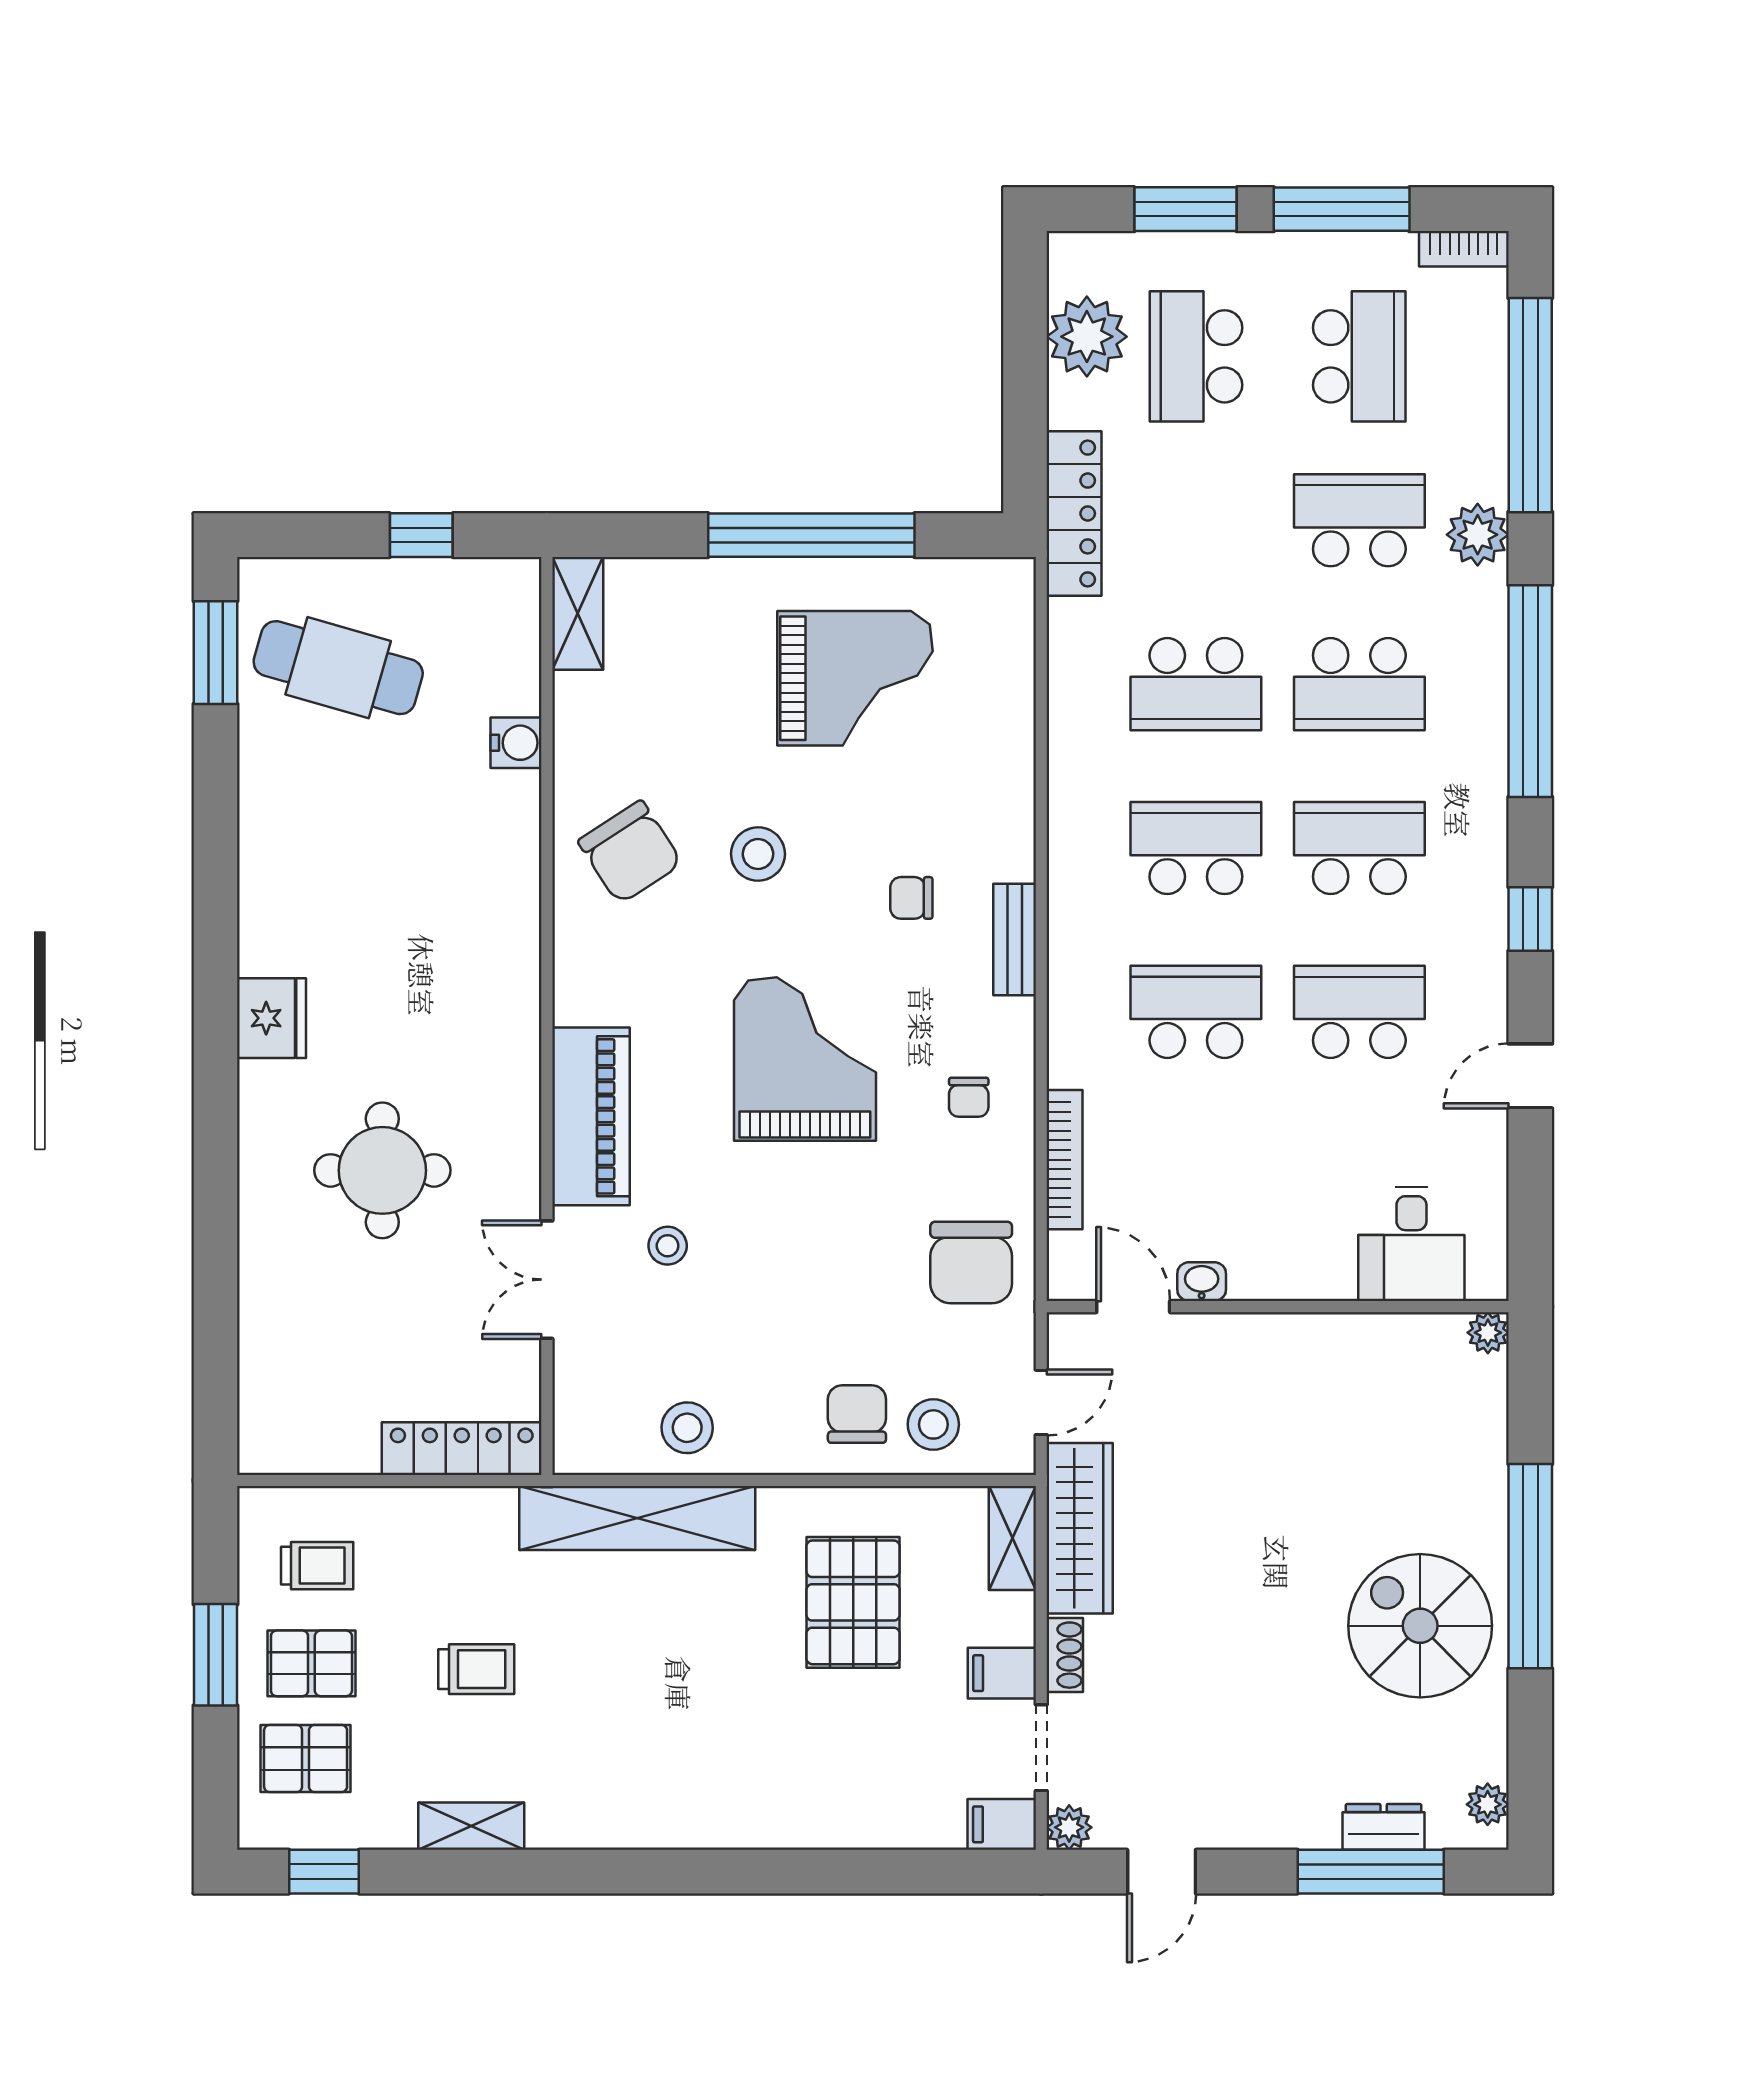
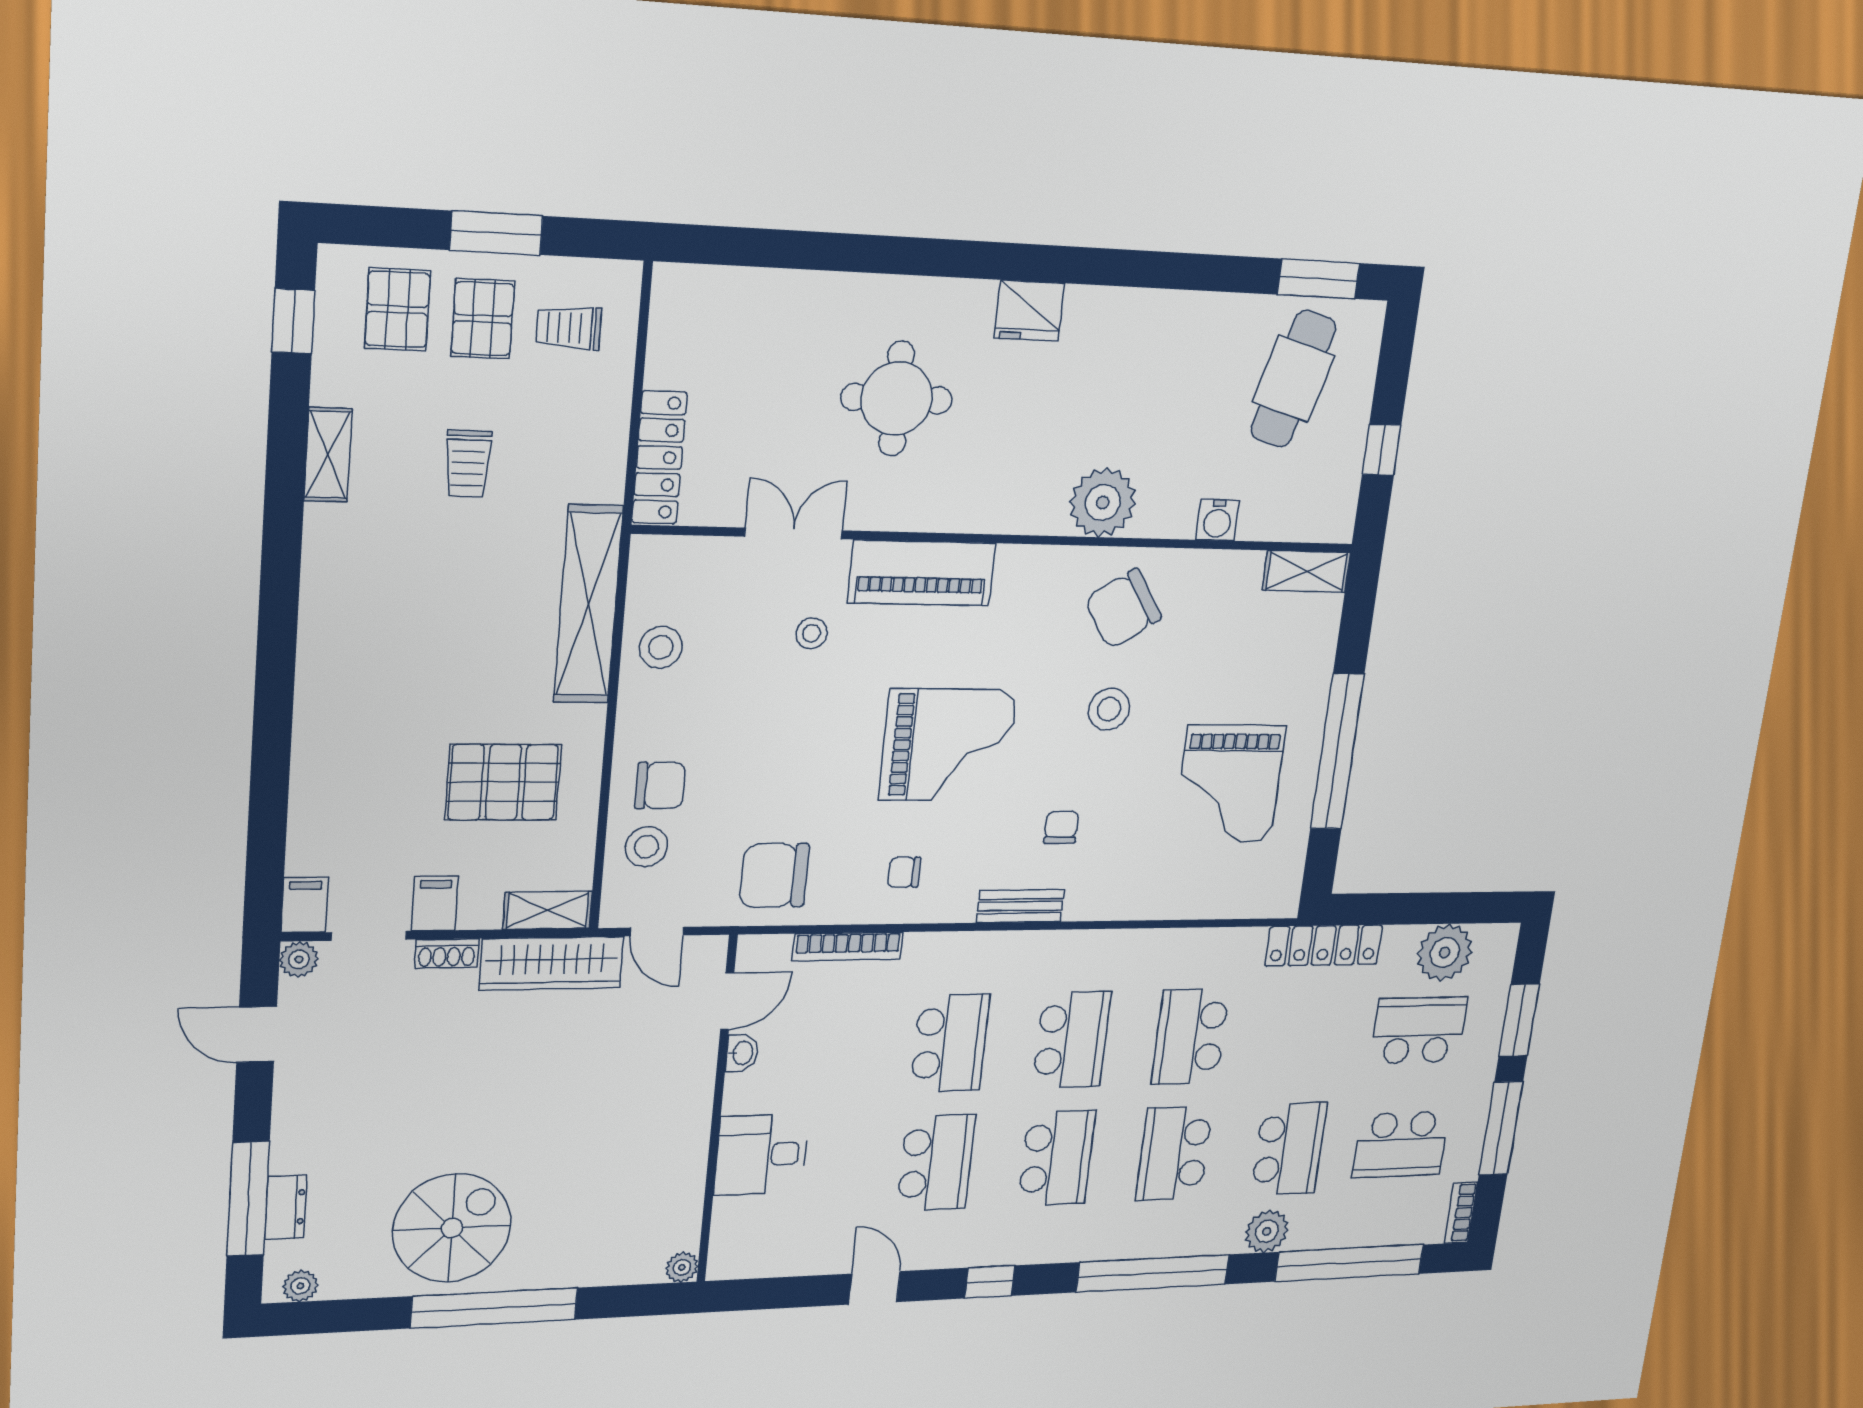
plant: (499, 896) -> (1103, 502), added
desk: (1411, 1244) -> (761, 1155), moved
trolley: (317, 1566) -> (569, 328), turned 90

